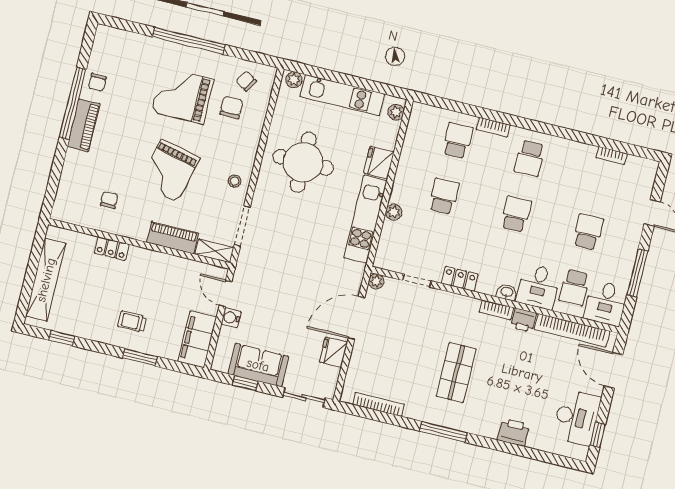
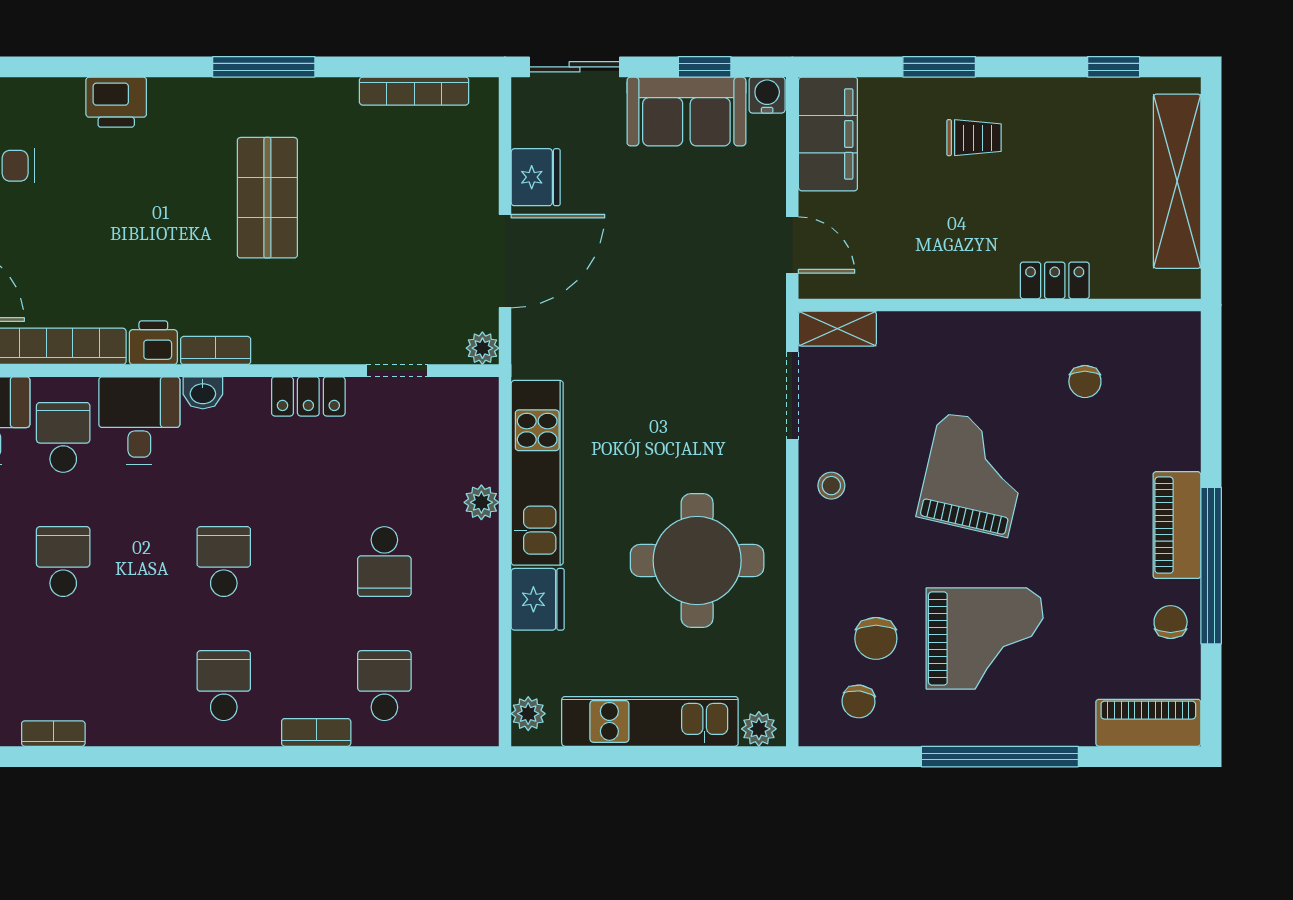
chair: (246, 81) -> (859, 701), turned 66
school desk: (457, 141) -> (384, 686), turned 180
school desk: (516, 214) -> (224, 562), turned 180
school desk: (588, 232) -> (63, 562), turned 180
piano: (173, 238) -> (1148, 723), moved, turned 180
water cooler: (231, 318) -> (767, 95), moved, turned -90

